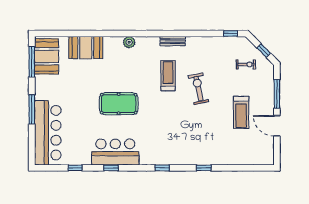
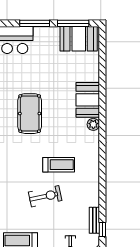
bench: (173, 41) -> (94, 220), moved
booth: (86, 48) -> (88, 100), moved
window: (32, 109) -> (35, 23), moved

